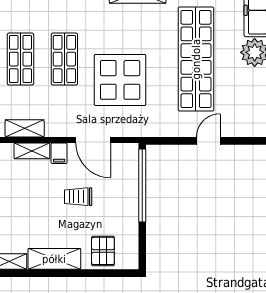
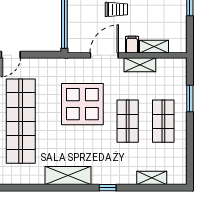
shelving: (25, 128) -> (140, 65), moved
door: (93, 140) -> (104, 55), hinge flipped

